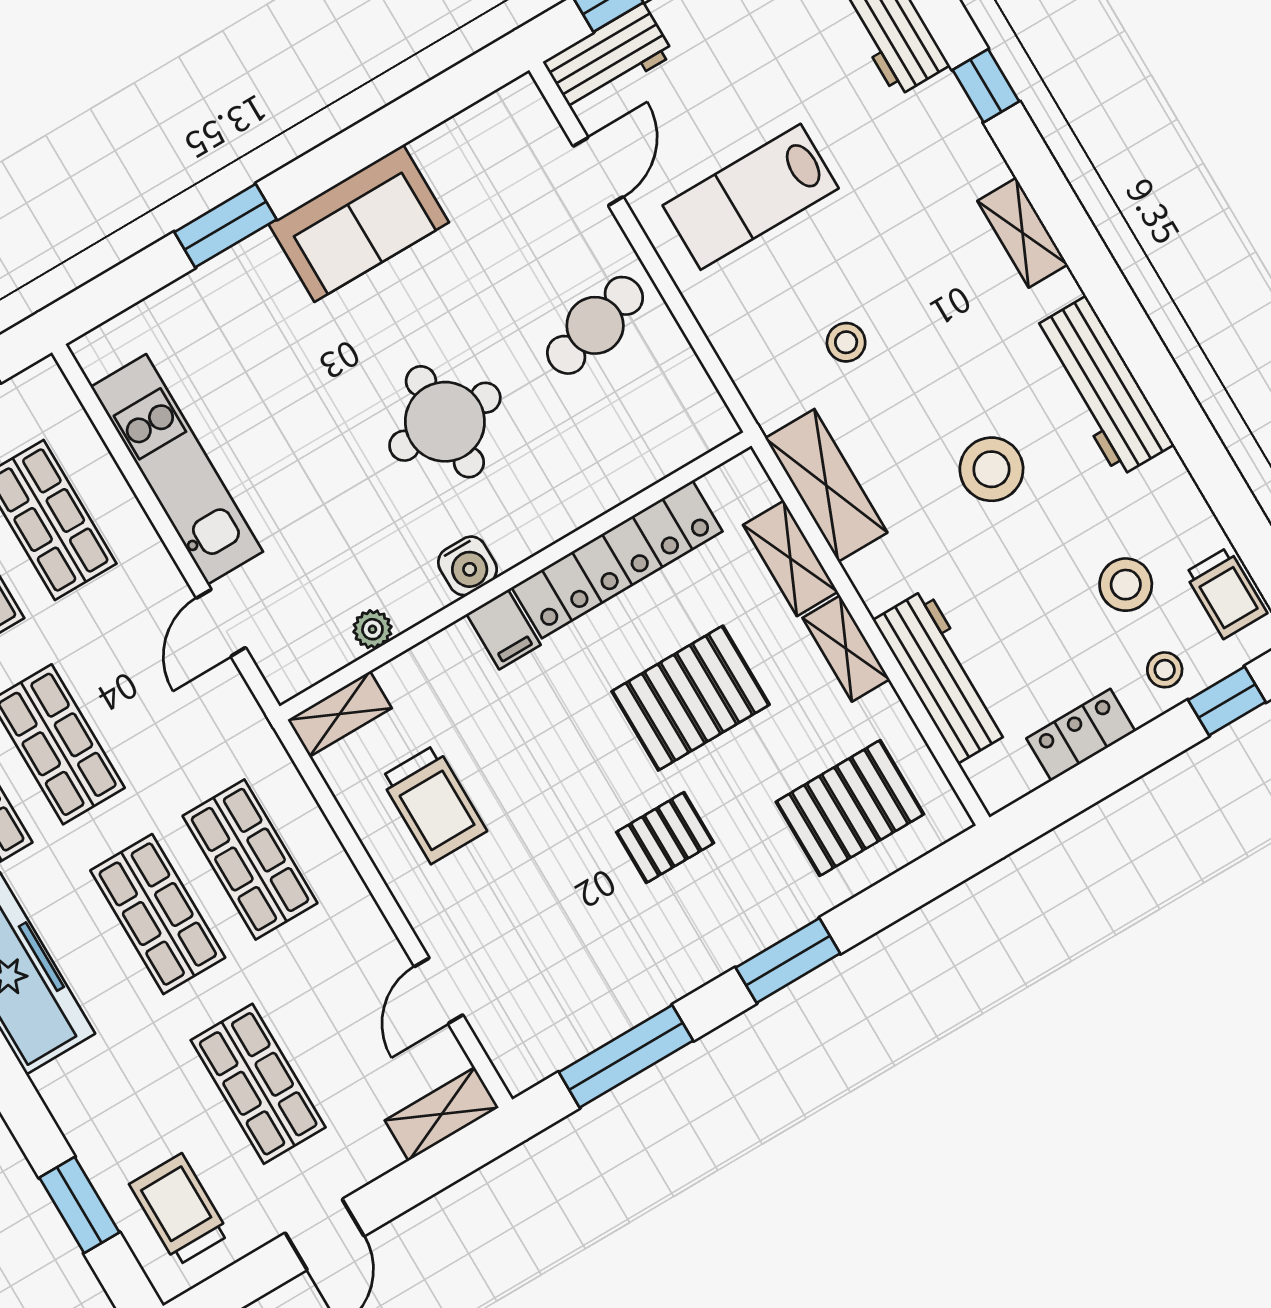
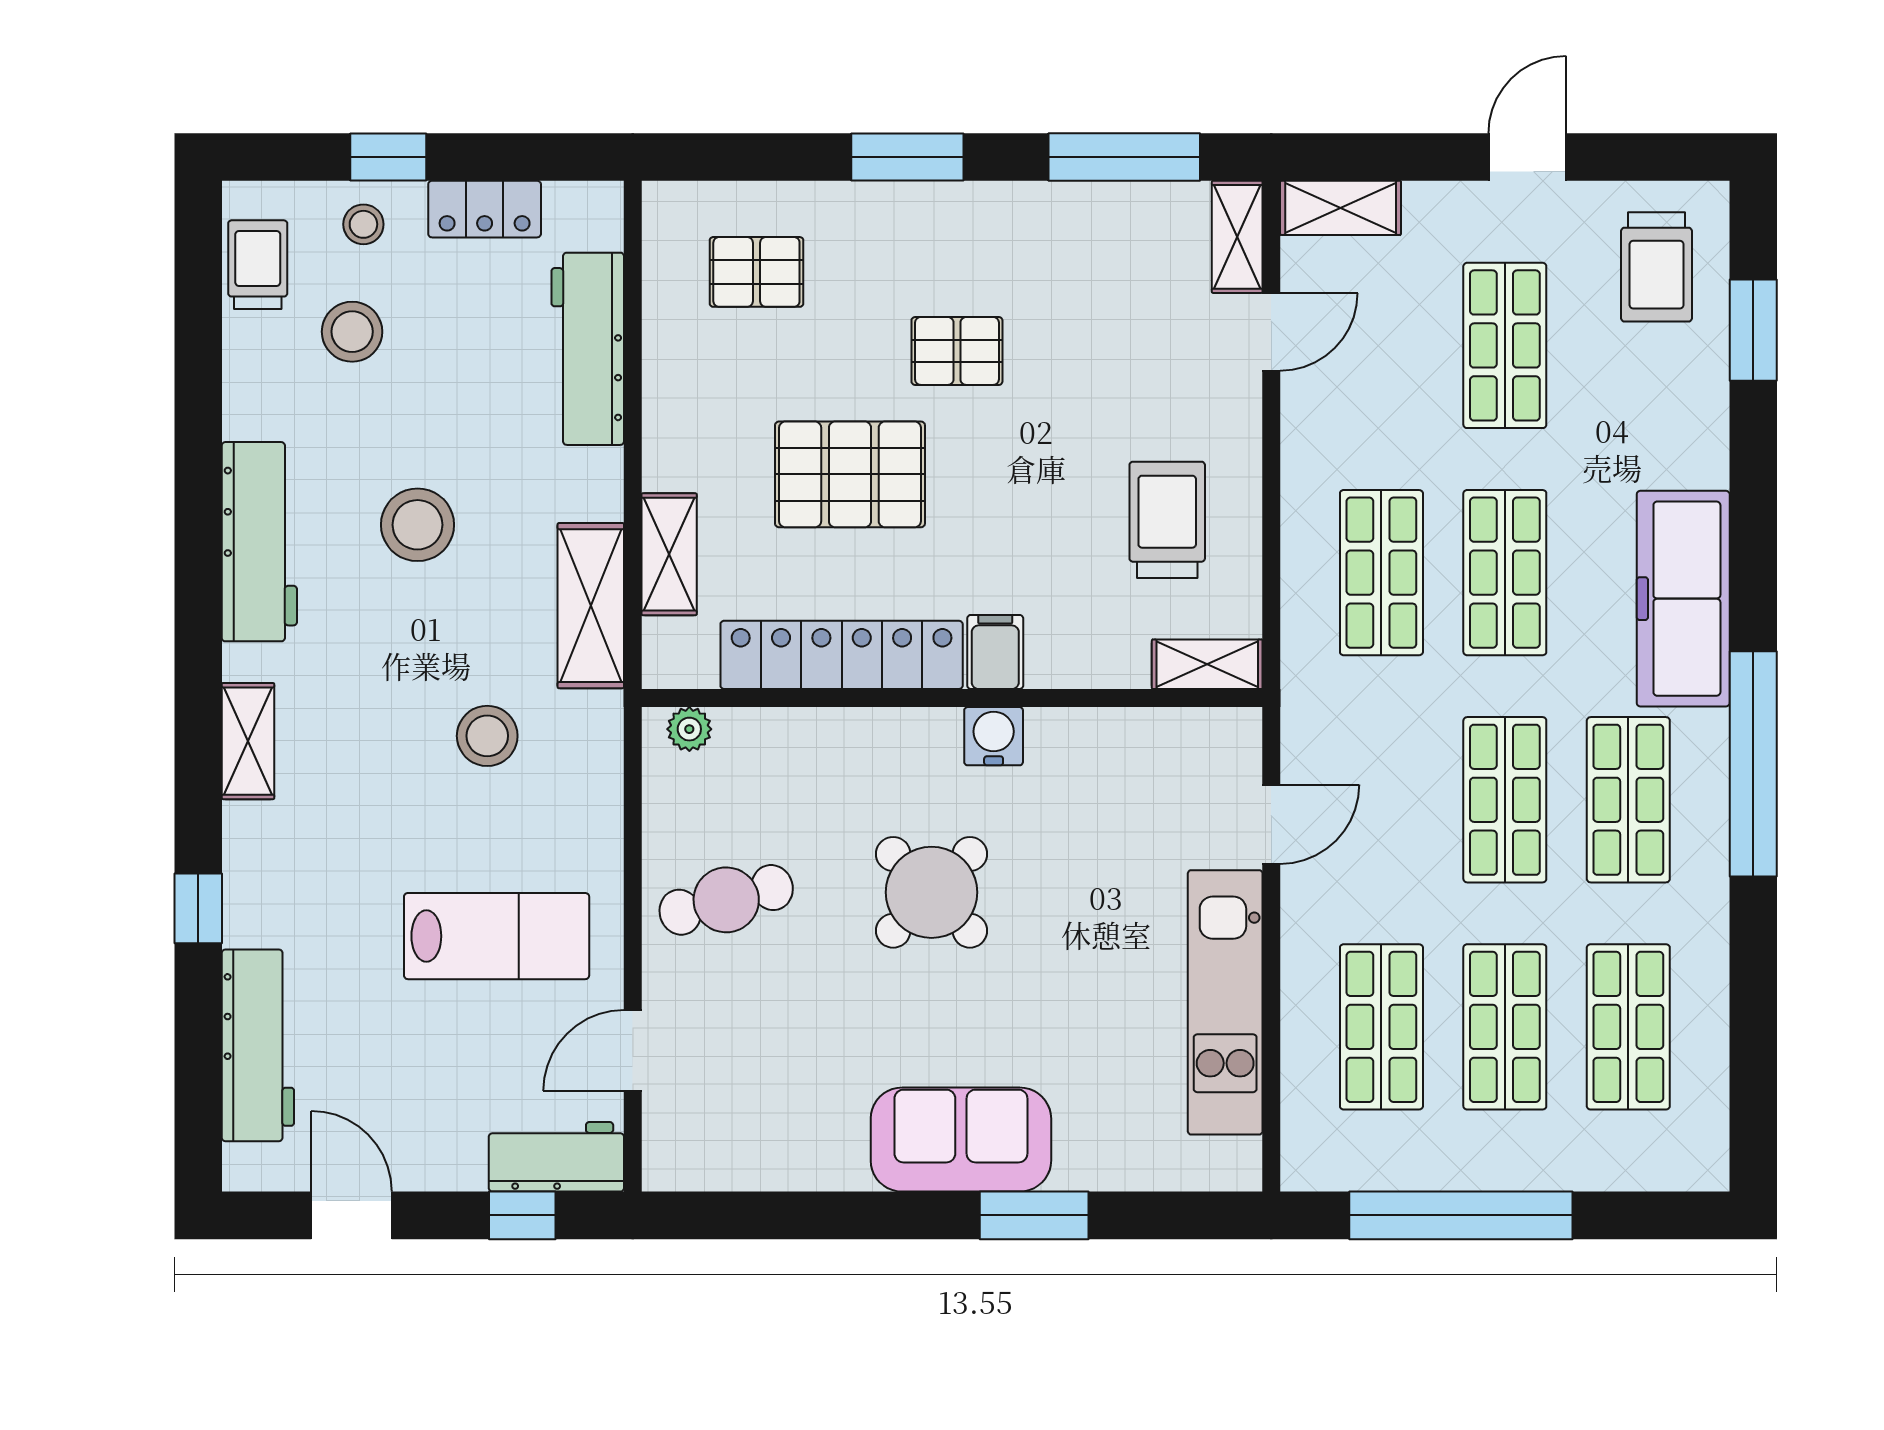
sofa: (359, 223) -> (961, 1140), moved
stool: (846, 342) -> (487, 736), width x1.37, depth x1.37
round table: (445, 422) -> (932, 892), turned 45
plant: (372, 629) -> (689, 729), moved
shelving: (846, 649) -> (1237, 237), moved
window: (1227, 701) -> (388, 157), moved
pallet: (850, 808) -> (756, 272), width x0.67, depth x0.71

